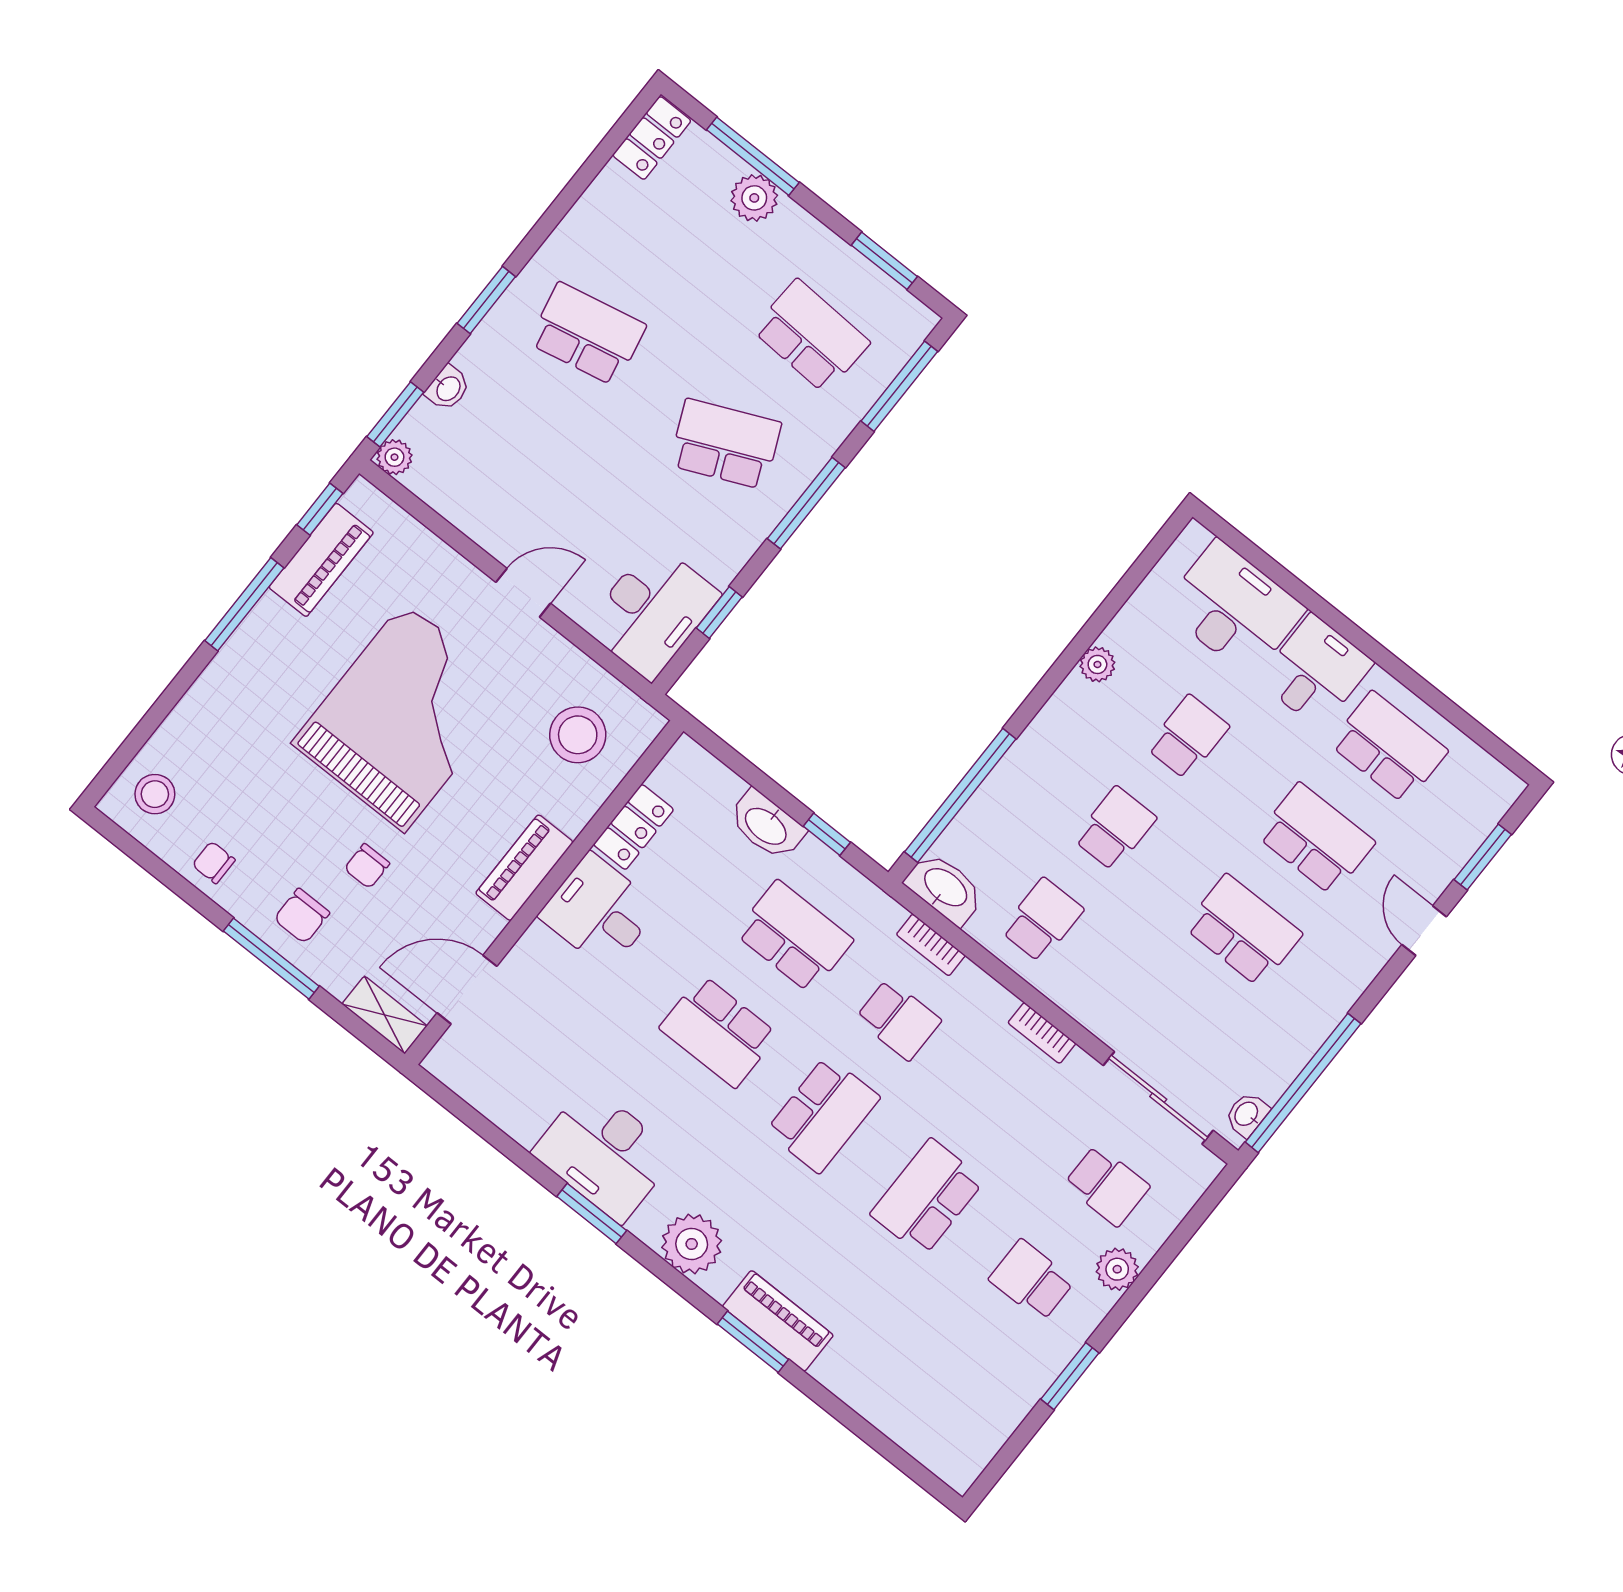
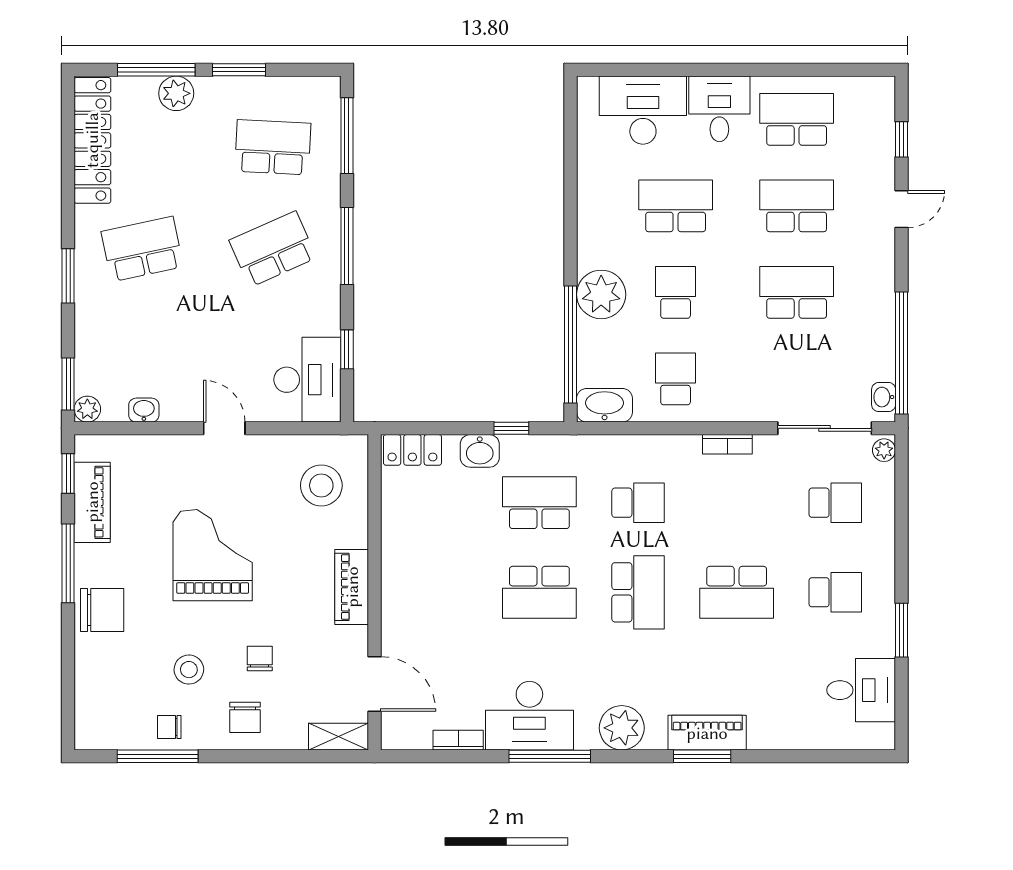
locker: (652, 138) -> (92, 140), width x2.16, depth x1.21
window: (884, 261) -> (239, 70), moved
washbasin: (448, 388) -> (144, 410), moved, turned -90
door: (523, 593) -> (224, 428), hinge flipped
plant: (1097, 664) -> (601, 294), moved, width x1.88, depth x1.88
chair: (241, 682) -> (102, 610), added
grand piano: (404, 717) -> (213, 555), width x0.73, depth x0.68
school desk: (1188, 737) -> (676, 206), width x1.85
stool: (155, 794) -> (189, 670), moved
washbasin: (767, 825) -> (480, 451), width x0.72
locker: (634, 827) -> (412, 450), moved, turned 90
window: (1483, 857) -> (902, 139), width x0.67
chair: (367, 866) -> (260, 659), turned 180
desk: (599, 911) -> (861, 690), moved, turned 180
door: (1424, 931) -> (902, 209), swing flipped
bookcase: (931, 945) -> (458, 740), moved, turned 180
window: (271, 959) -> (158, 756), moved
door: (467, 990) -> (375, 684), swing flipped
school desk: (927, 1197) -> (737, 592), turned -90
window: (592, 1213) -> (550, 756), width x1.44
plant: (1117, 1269) -> (884, 450), moved, width x0.73, depth x0.73
school desk: (1032, 1280) -> (835, 592), turned 180

